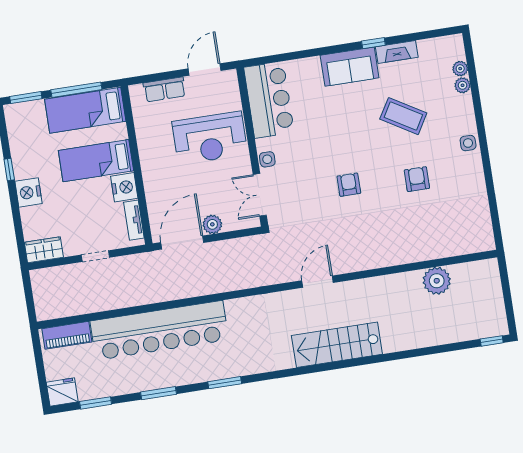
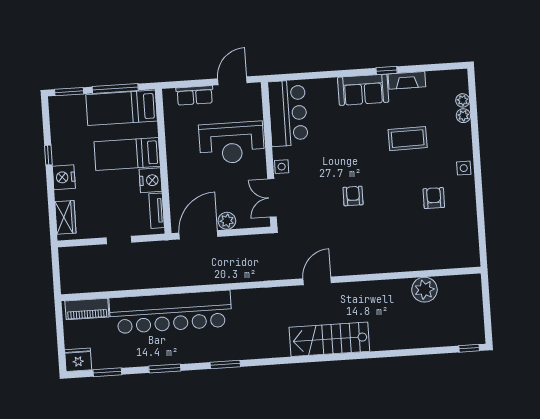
coffee table: (403, 116) -> (408, 139), turned -32
armchair: (417, 179) -> (434, 198), moved
wardrobe: (44, 250) -> (65, 217), moved, turned 90

